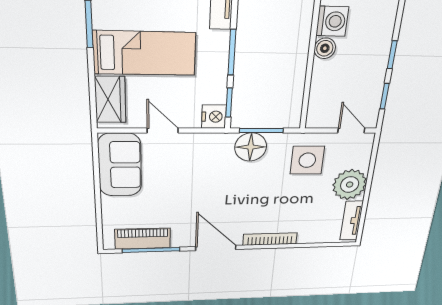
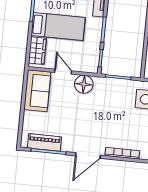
nightstand: (214, 117) -> (92, 66), removed
floor lamp: (251, 147) -> (84, 84), moved
door: (216, 248) -> (88, 155), swing flipped

